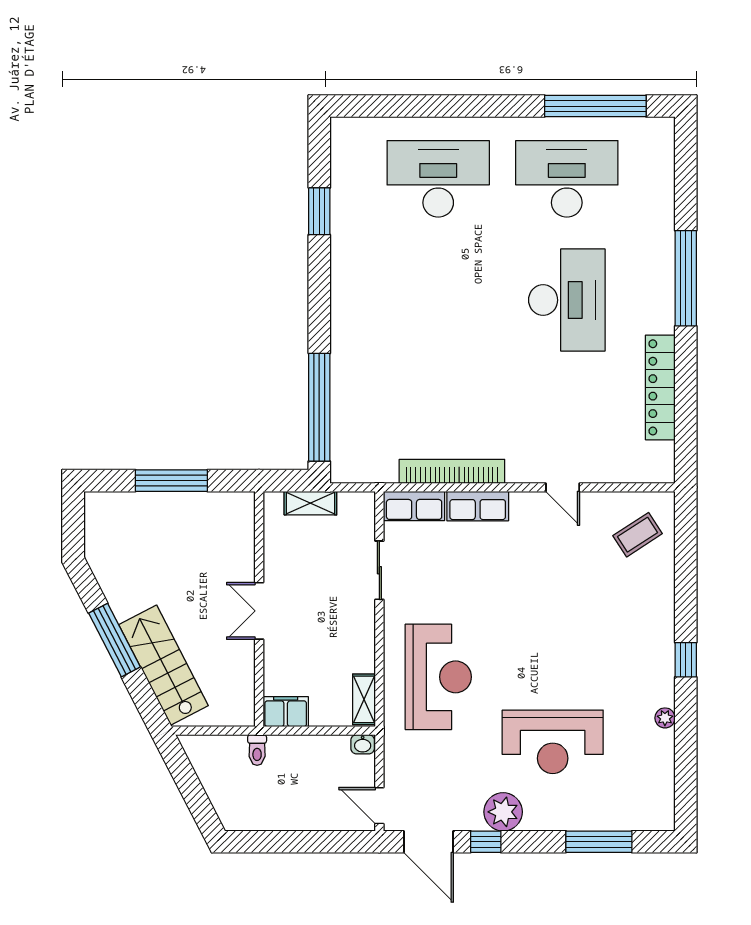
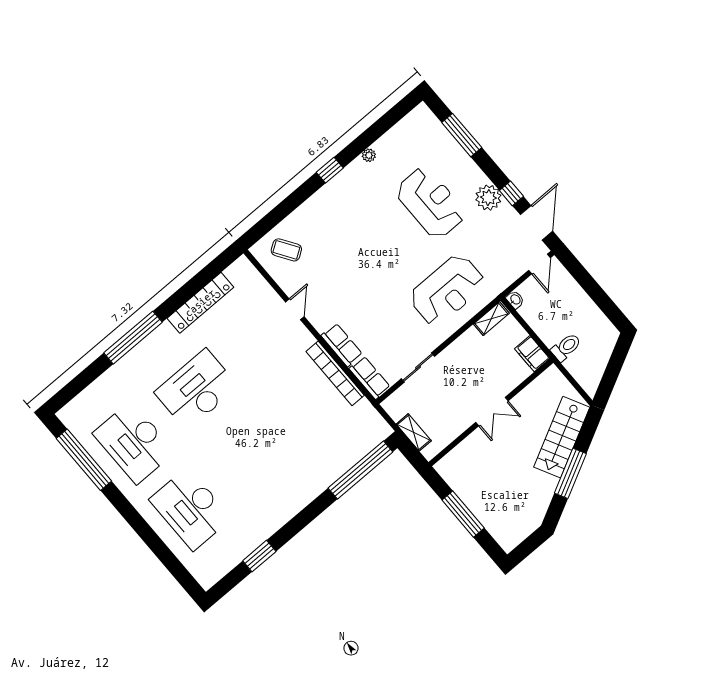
reception desk: (438, 677) -> (447, 290), turned 180
toilet: (257, 750) -> (566, 347), width x1.37, depth x1.39

